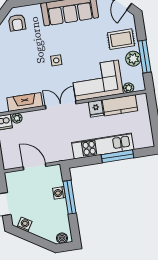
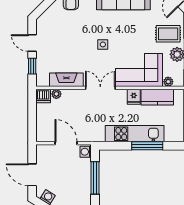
washing machine: (59, 193) -> (86, 152), moved

